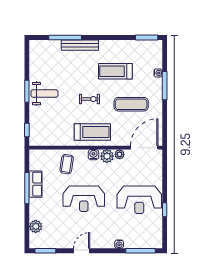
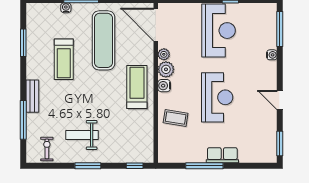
window: (147, 38) -> (23, 43), moved
bench: (80, 45) -> (32, 96), width x0.73
weight bench: (45, 94) -> (82, 135), moved, turned -90
exercise bike: (90, 99) -> (47, 149), moved
exercise mat: (131, 104) -> (103, 40), width x1.36, depth x1.45
row of seats: (36, 184) -> (222, 155), moved
plant: (36, 226) -> (251, 155), removed

